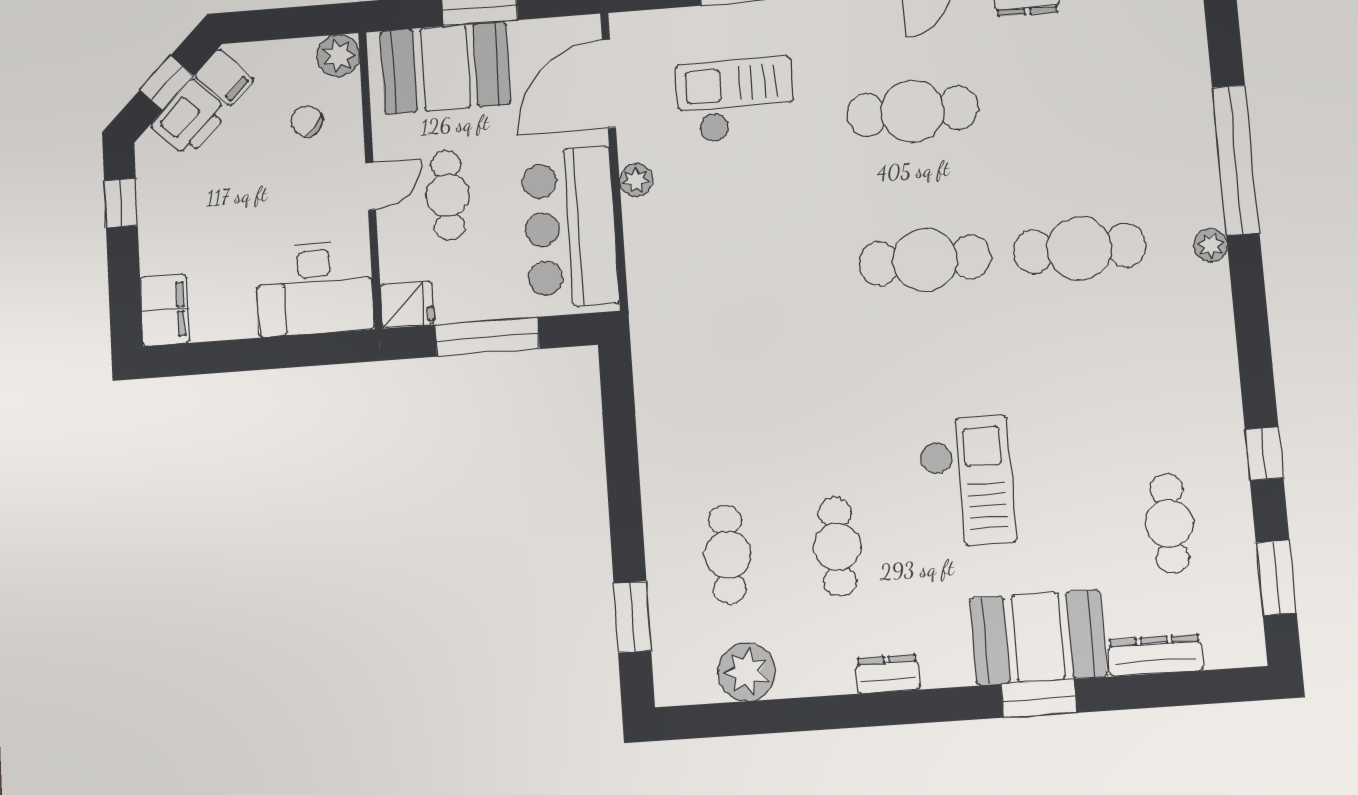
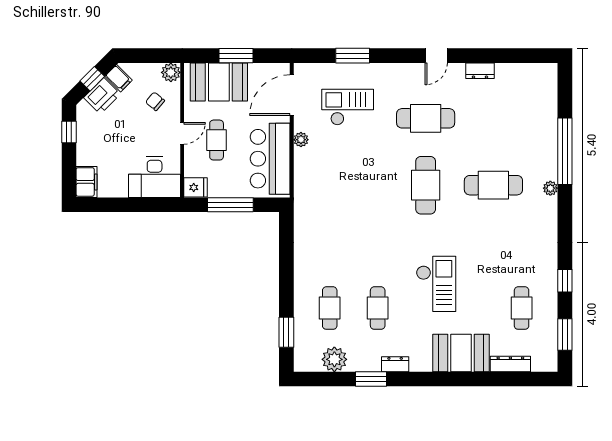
cafe table: (925, 260) -> (426, 185), turned 90
window: (1039, 698) -> (371, 379), moved

